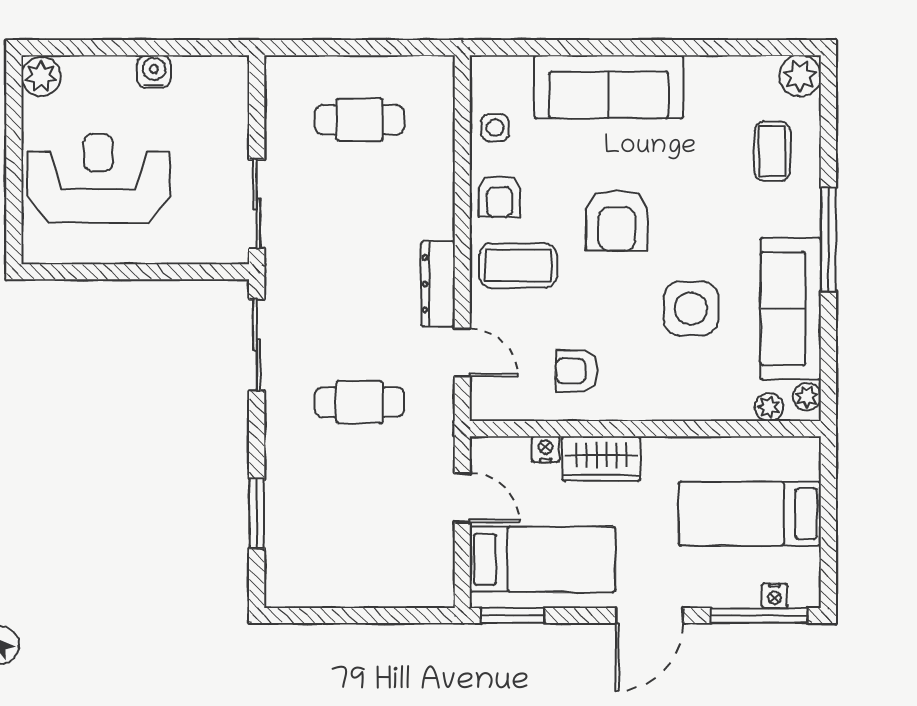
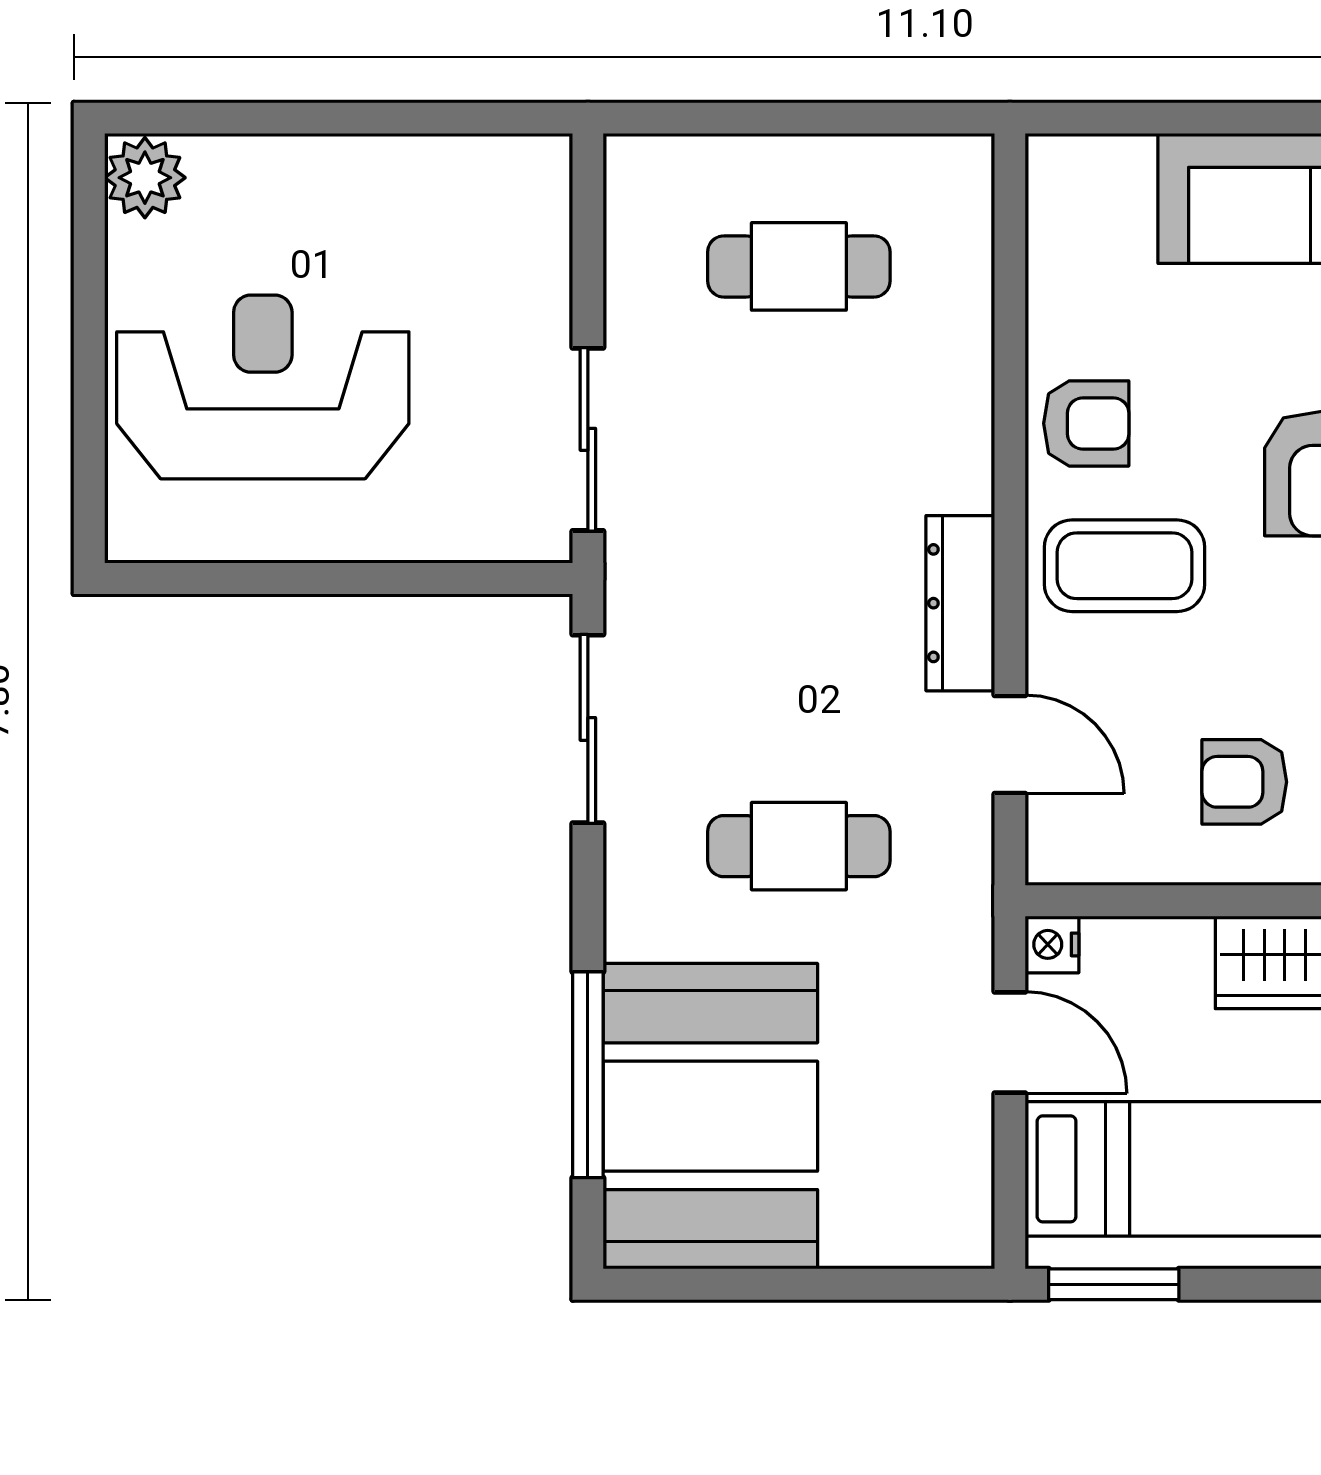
water cooler: (154, 72) -> (377, 168), removed
side table: (495, 128) -> (1077, 283), removed
armchair: (499, 196) -> (1086, 423), turned -90
nightstand: (545, 449) -> (1052, 944), moved, turned -90
window: (257, 513) -> (588, 1075), width x1.44
booth: (316, 534) -> (710, 1116), added

